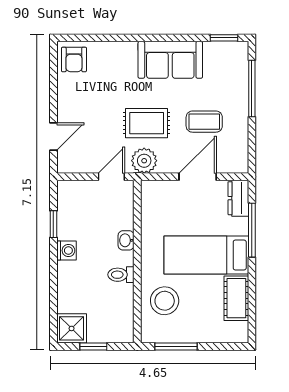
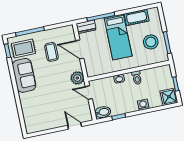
armchair: (74, 59) -> (34, 124), removed
rug: (147, 123) -> (23, 49), moved, turned 90
bidet: (69, 196) -> (103, 112), added
washing machine: (66, 251) -> (143, 105), moved
stool: (165, 301) -> (151, 42), moved

